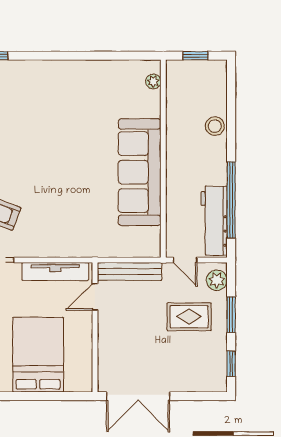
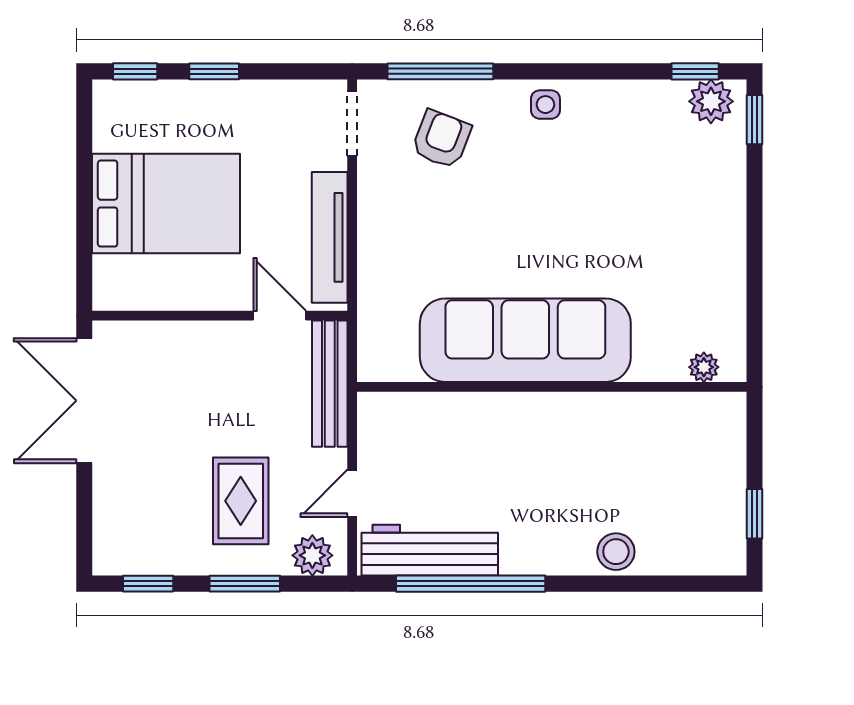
plant: (153, 82) -> (704, 367), moved
wall: (163, 159) -> (552, 387), moved
sofa: (140, 172) -> (525, 340), moved

